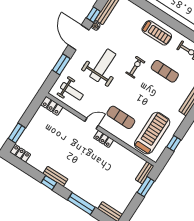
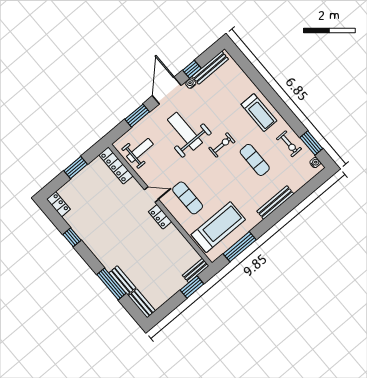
weight bench: (103, 65) -> (185, 131), turned -90
weight bench: (72, 91) -> (140, 150), turned -90
locker: (52, 106) -> (116, 165), width x1.53
window: (17, 133) -> (76, 167), moved
window: (174, 143) -> (240, 247), width x2.17
bench: (55, 176) -> (122, 280), moved
window: (49, 183) -> (72, 237), moved

